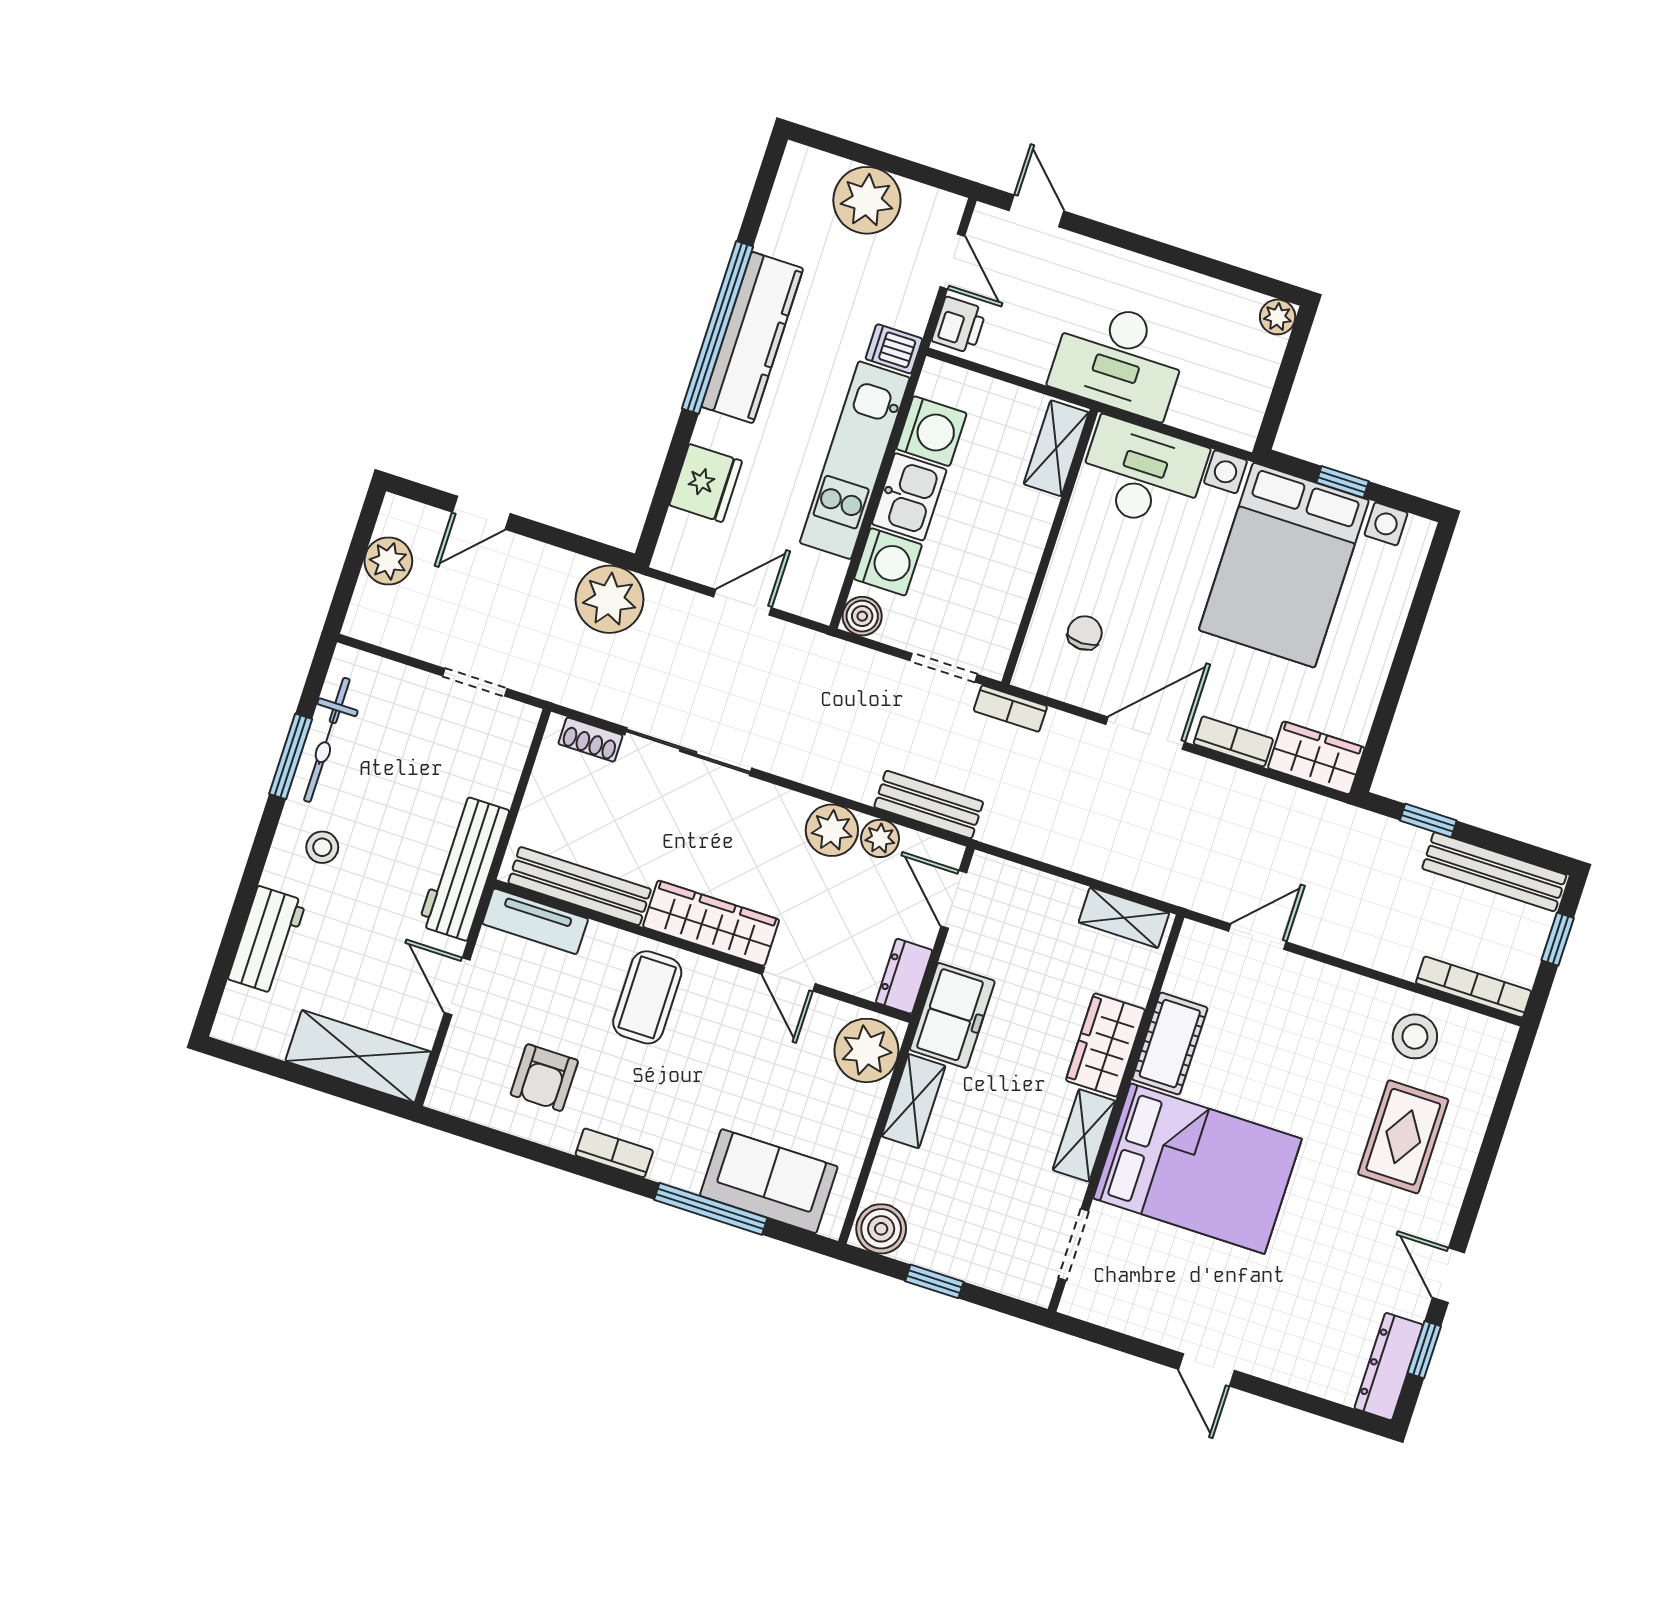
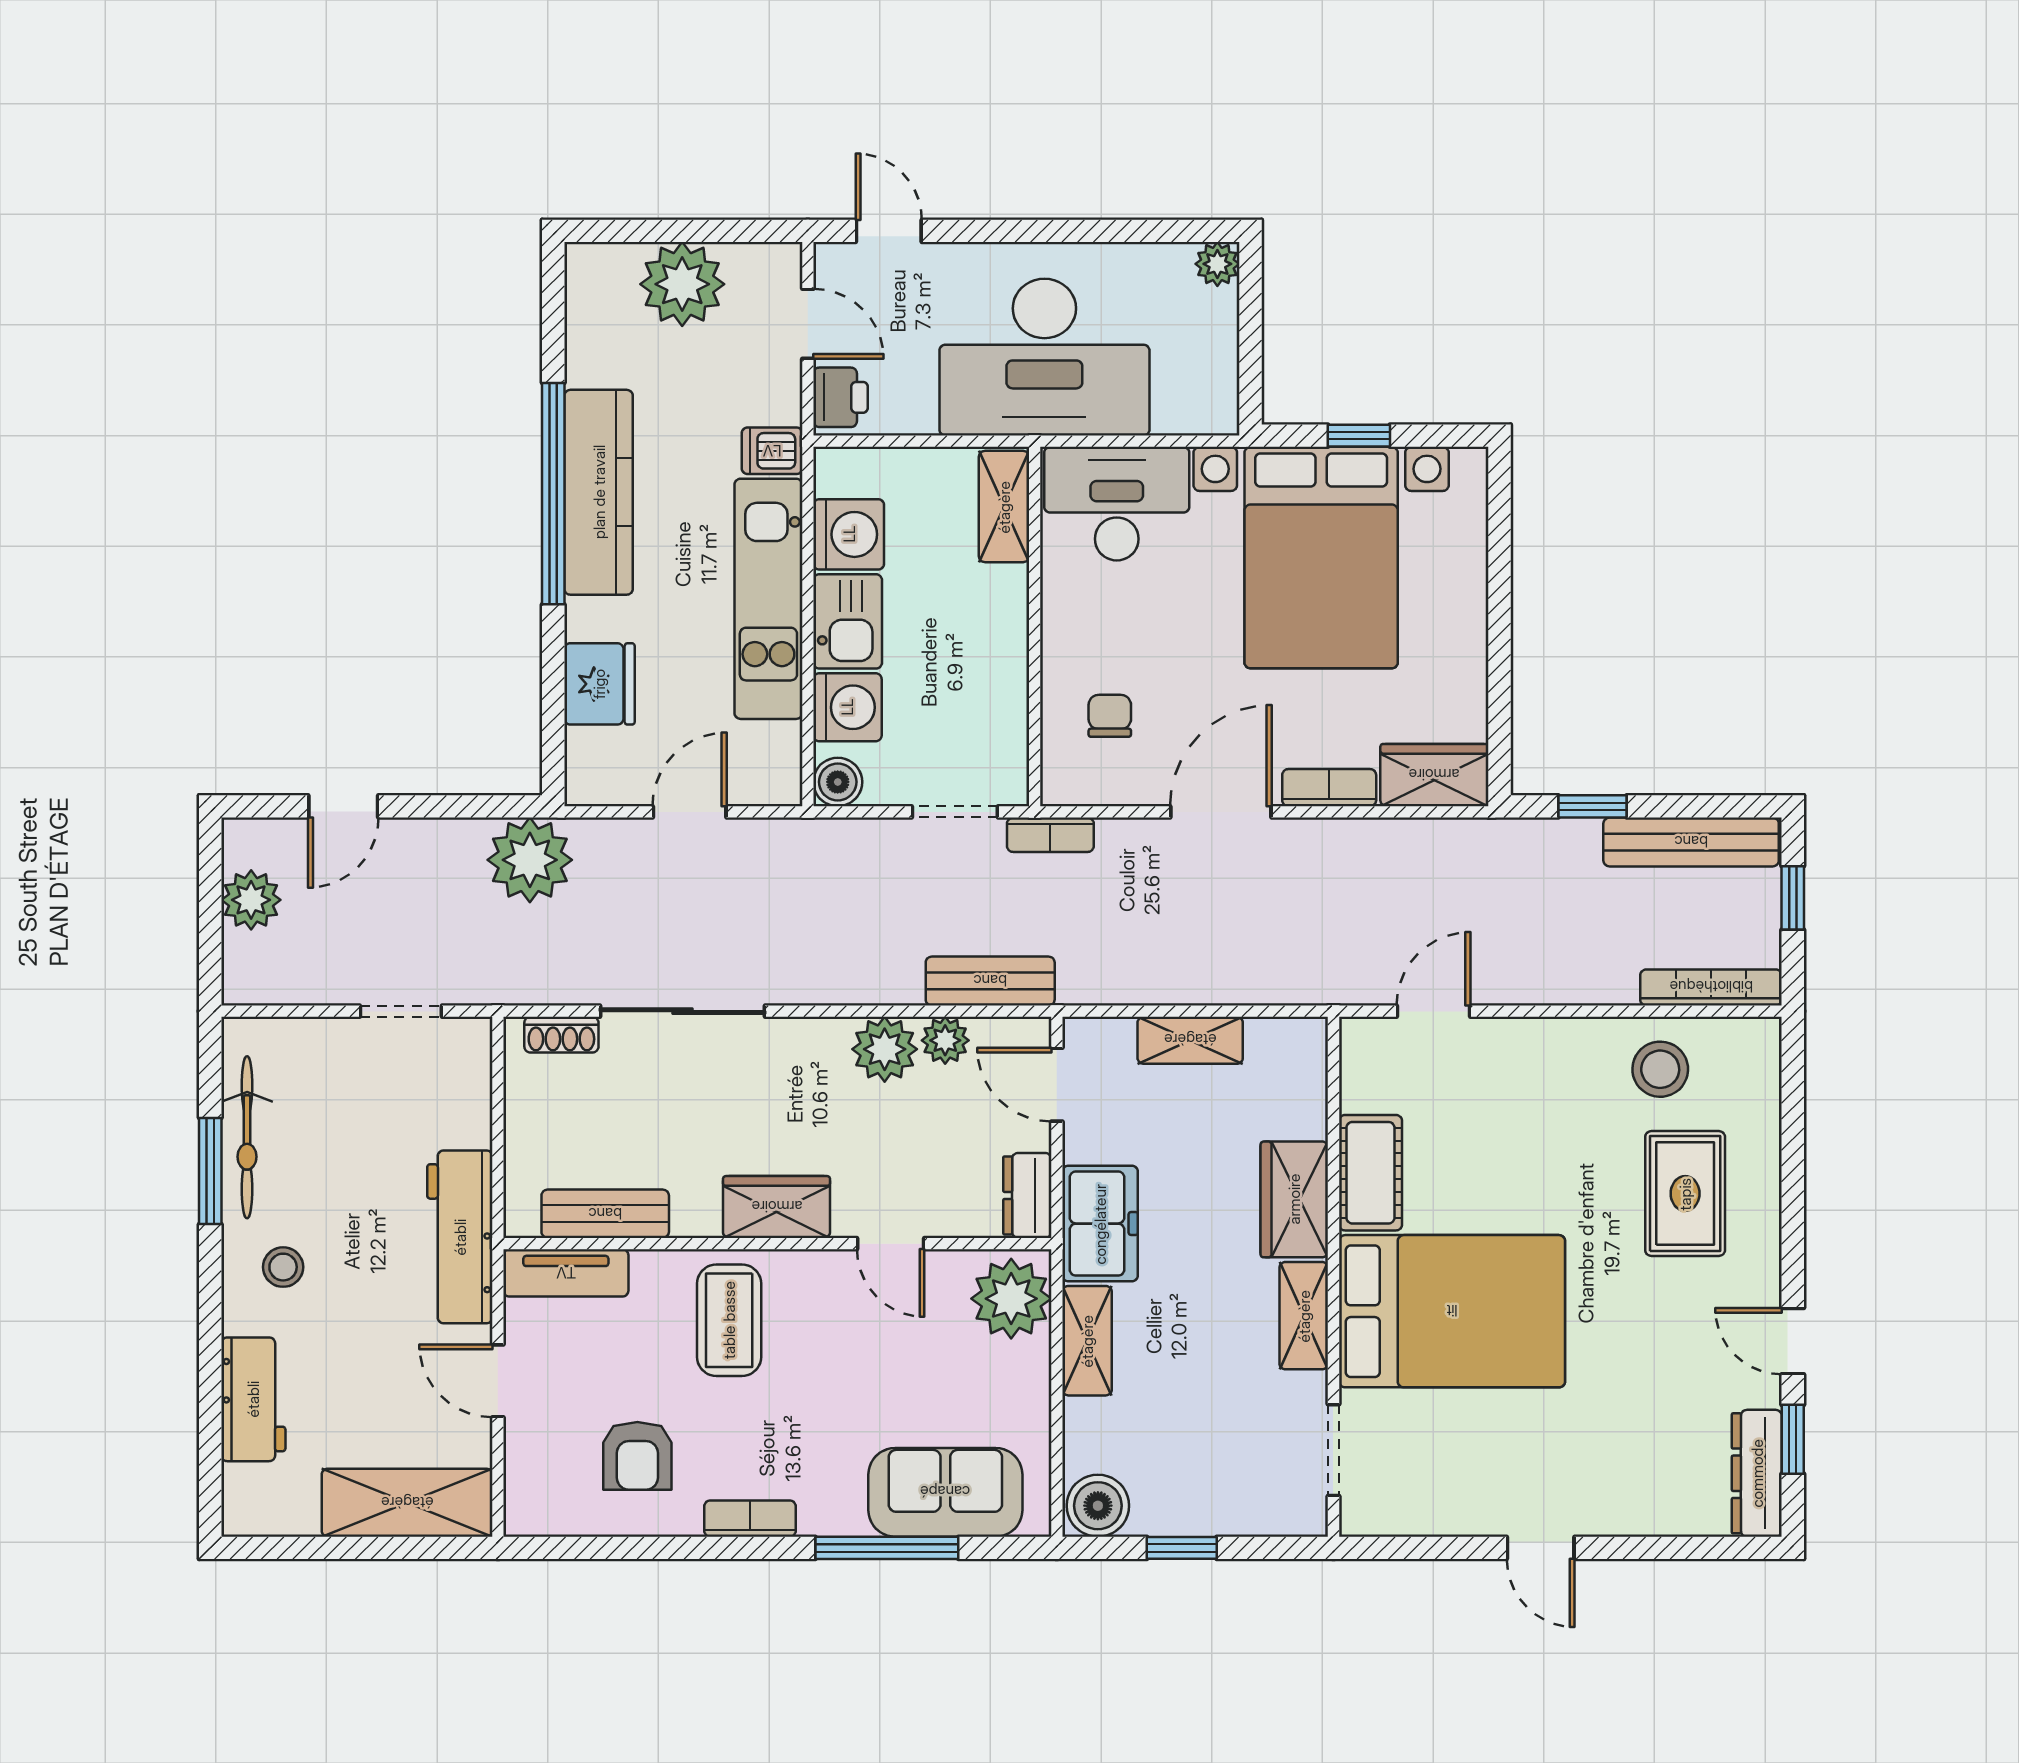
desk: (1119, 359) -> (1044, 357), width x1.36, depth x1.30
bench: (580, 886) -> (605, 1214), width x0.73
shelving: (1124, 918) -> (1190, 1040), moved
wardrobe: (711, 923) -> (777, 1207), width x0.67

